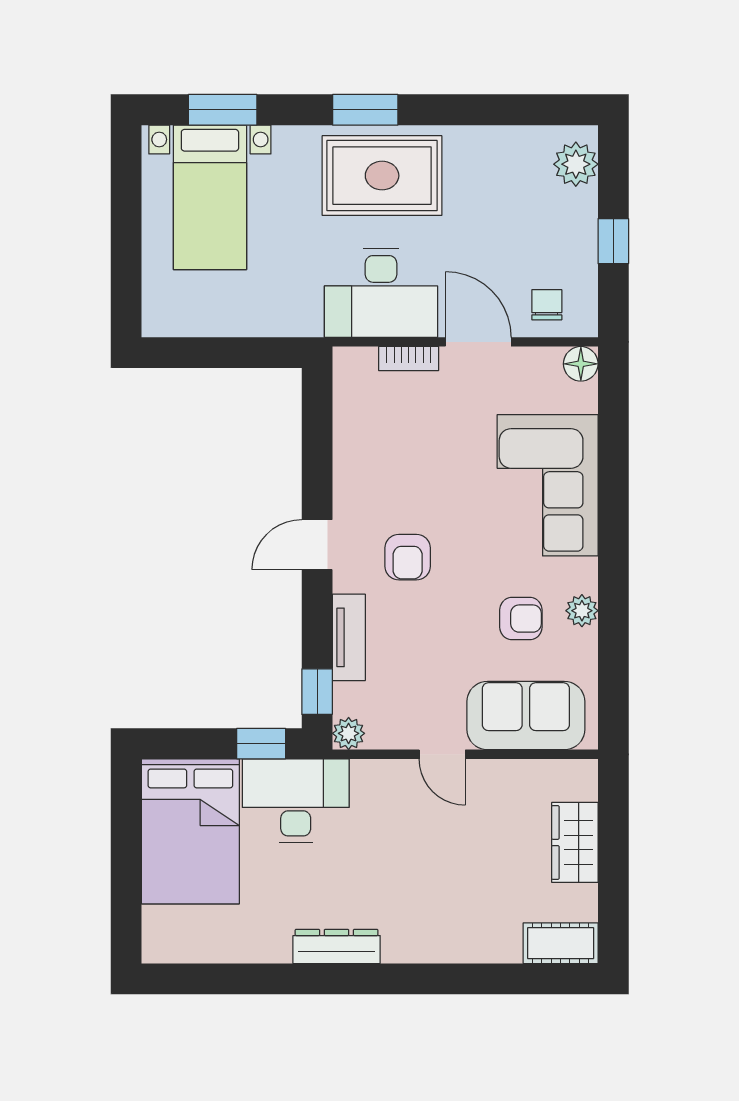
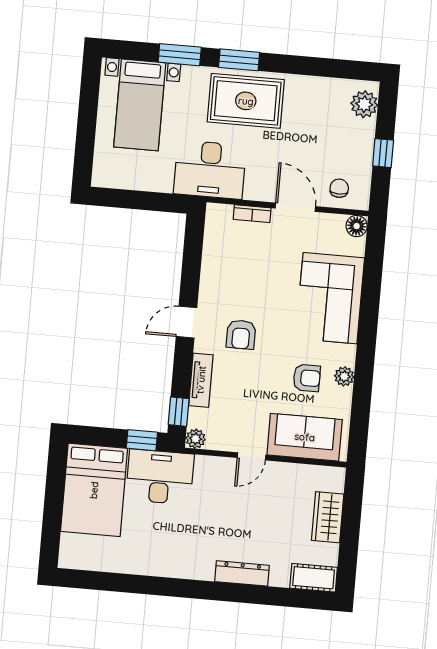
window: (223, 110) -> (180, 55), moved
desk: (381, 293) -> (210, 170), moved
door: (442, 754) -> (252, 456), hinge flipped
dresser: (337, 946) -> (242, 573), moved

